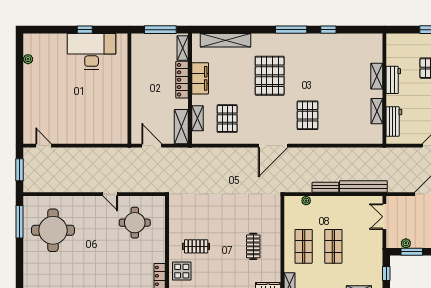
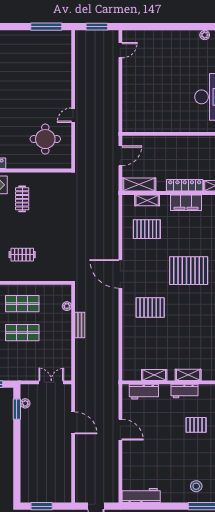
bench: (363, 186) -> (81, 362), removed
round table: (53, 230) -> (38, 59), removed

